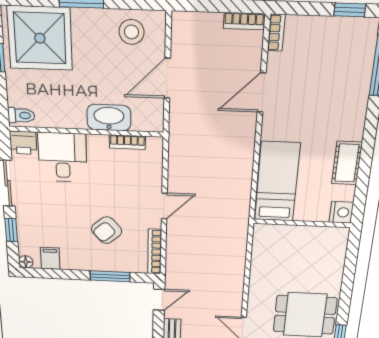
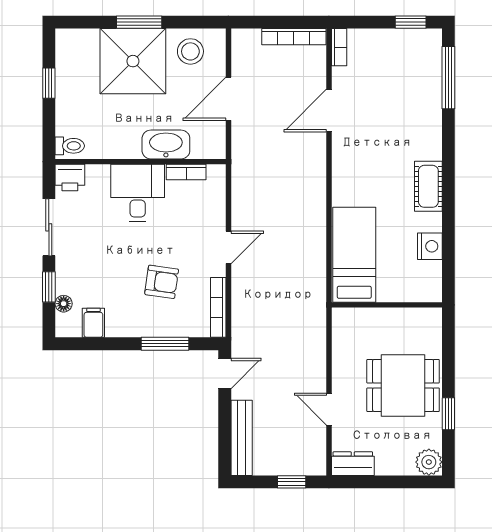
bookcase: (244, 21) -> (294, 37), width x1.56
shower: (40, 38) -> (133, 61), moved
desk: (63, 157) -> (138, 193), moved
bed: (277, 182) -> (354, 255), moved
wall: (302, 223) -> (387, 305), moved
armchair: (107, 230) -> (162, 282), turned -131
floor lamp: (26, 262) -> (64, 304), moved

